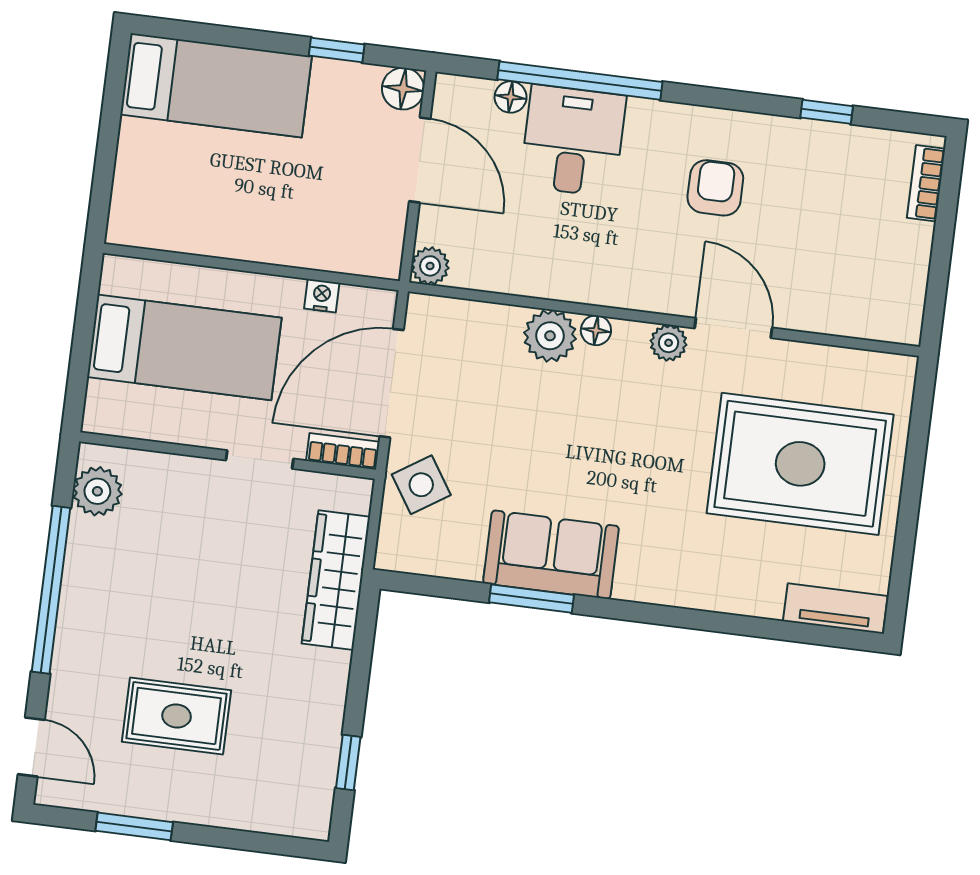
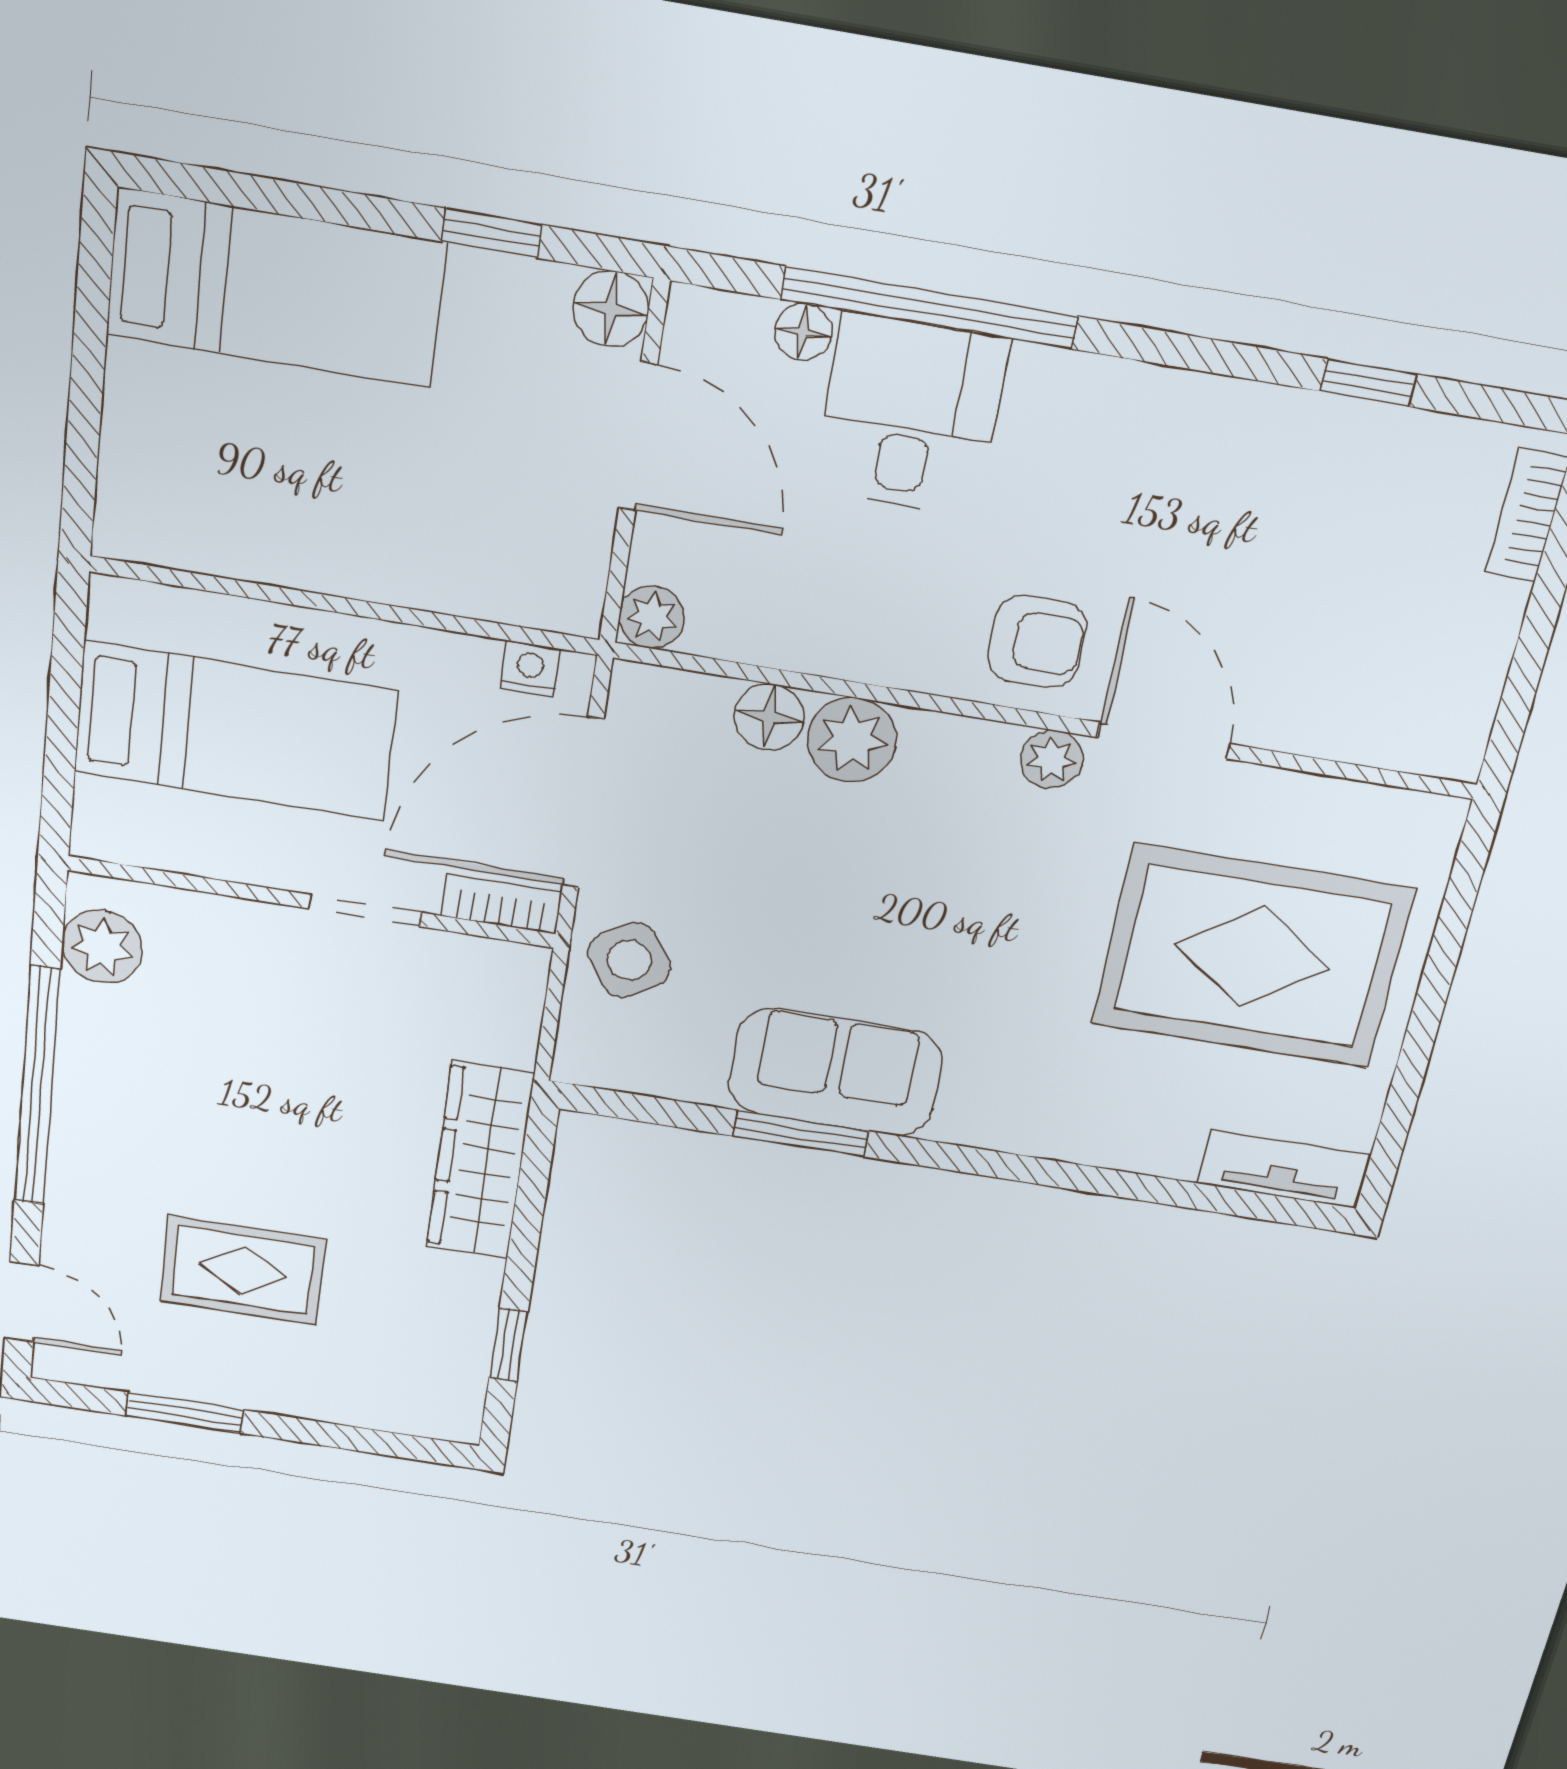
armchair: (715, 188) -> (1037, 642), moved, turned 90
nightstand: (322, 296) -> (530, 669), moved
floor lamp: (596, 330) -> (769, 717), moved, width x1.37, depth x1.37
wardrobe: (336, 580) -> (480, 1161), moved

